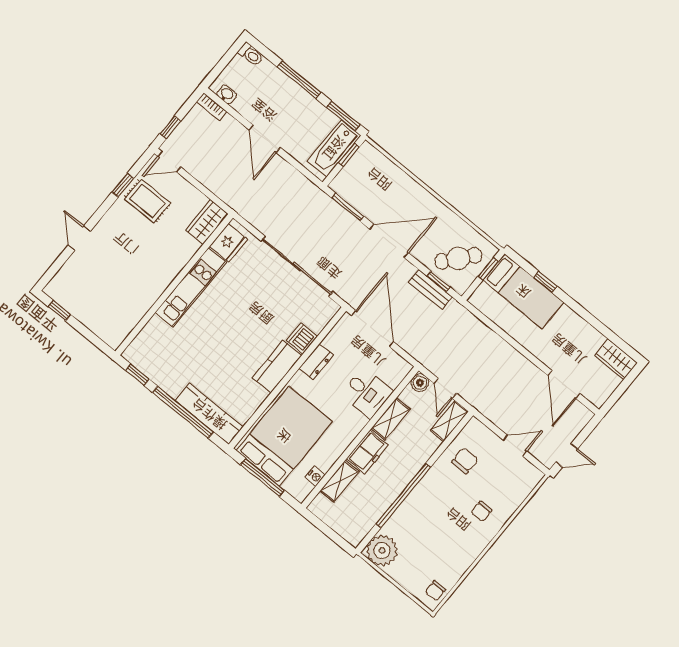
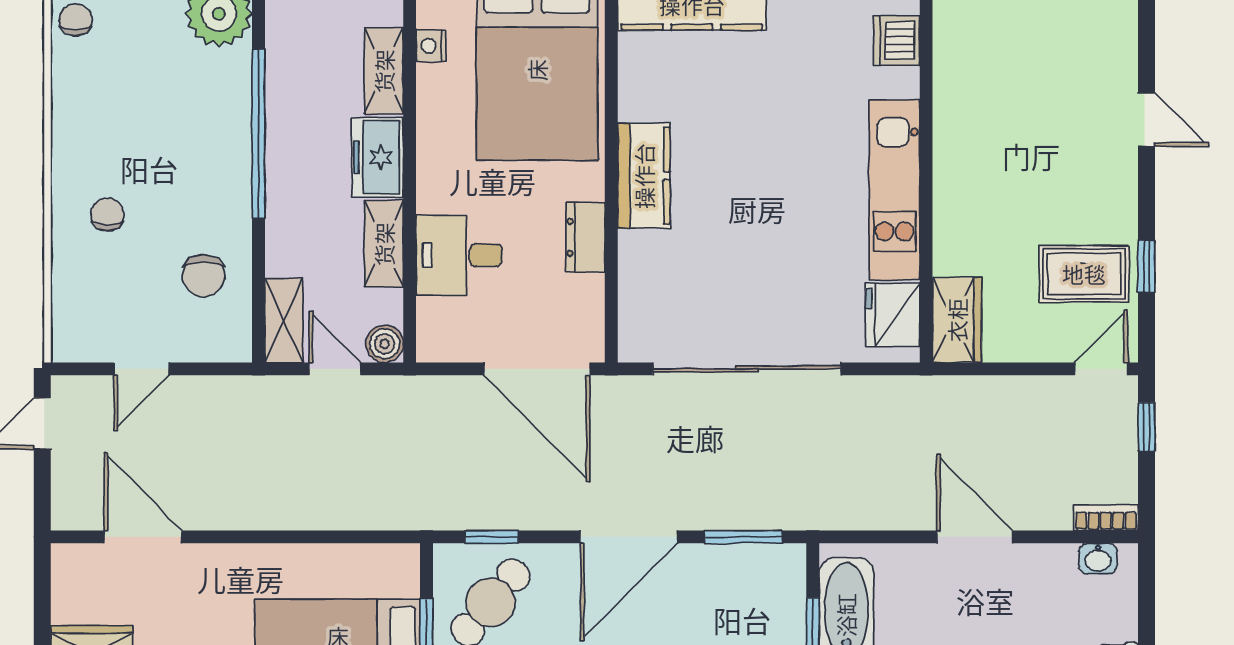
bench: (430, 289) -> (494, 513), removed
dishwasher: (302, 338) -> (897, 41), moved, turned 180

